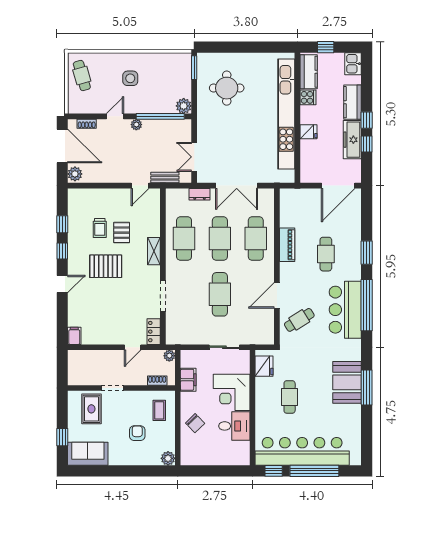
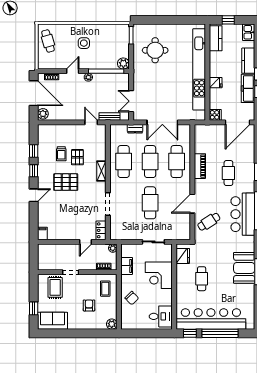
cooker: (308, 97) -> (215, 115), moved
door: (140, 186) -> (91, 122), swing flipped
desk: (234, 426) -> (161, 316), moved

